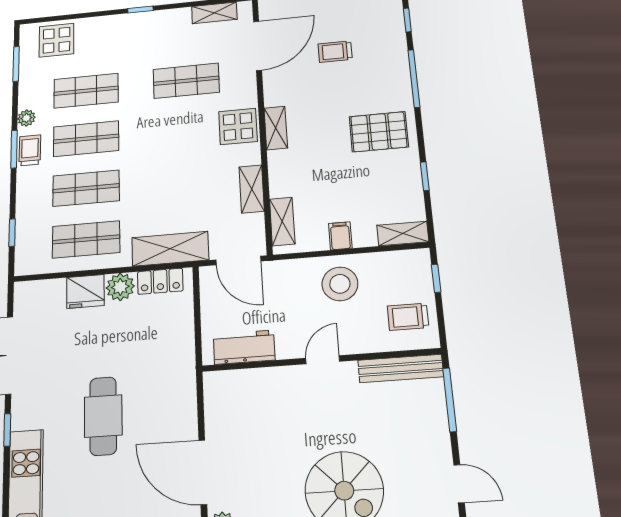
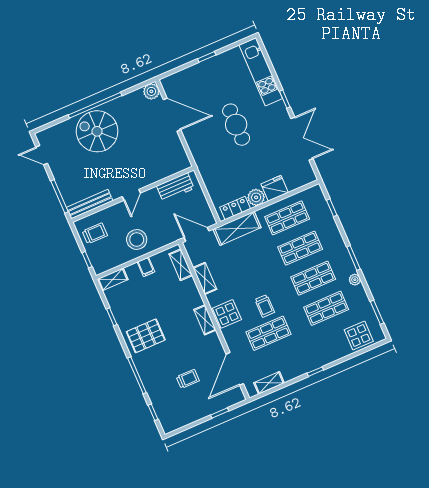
trolley: (30, 150) -> (265, 306), moved

